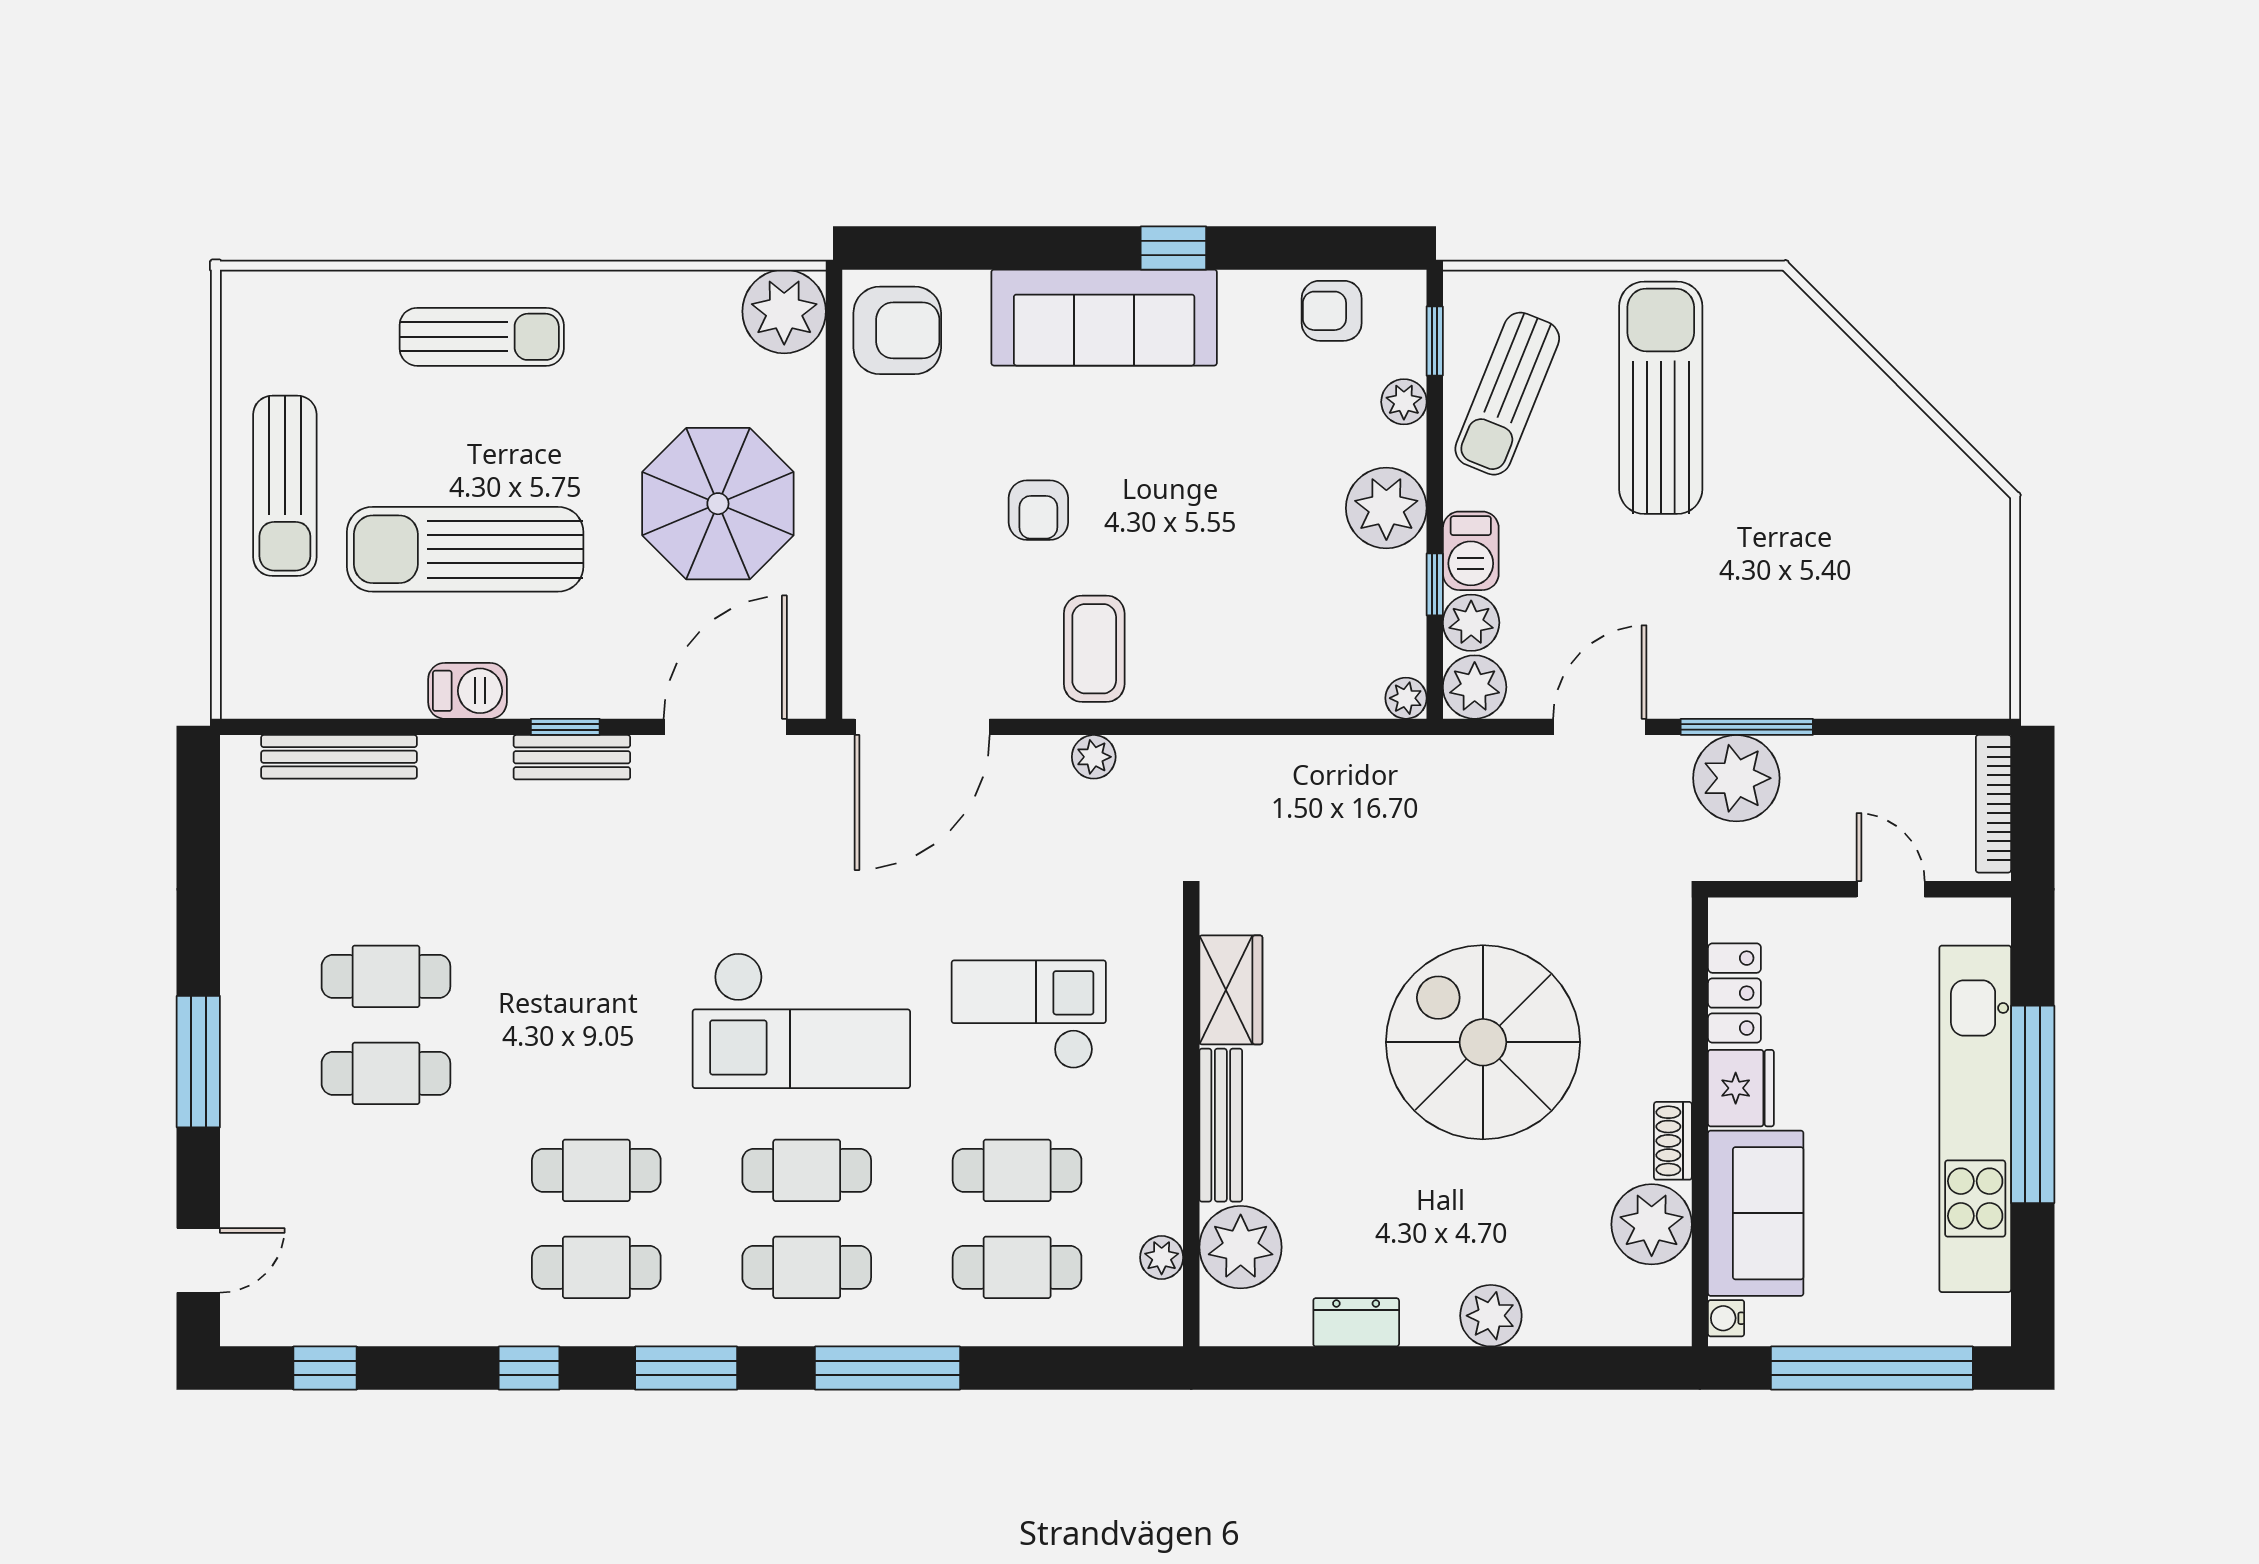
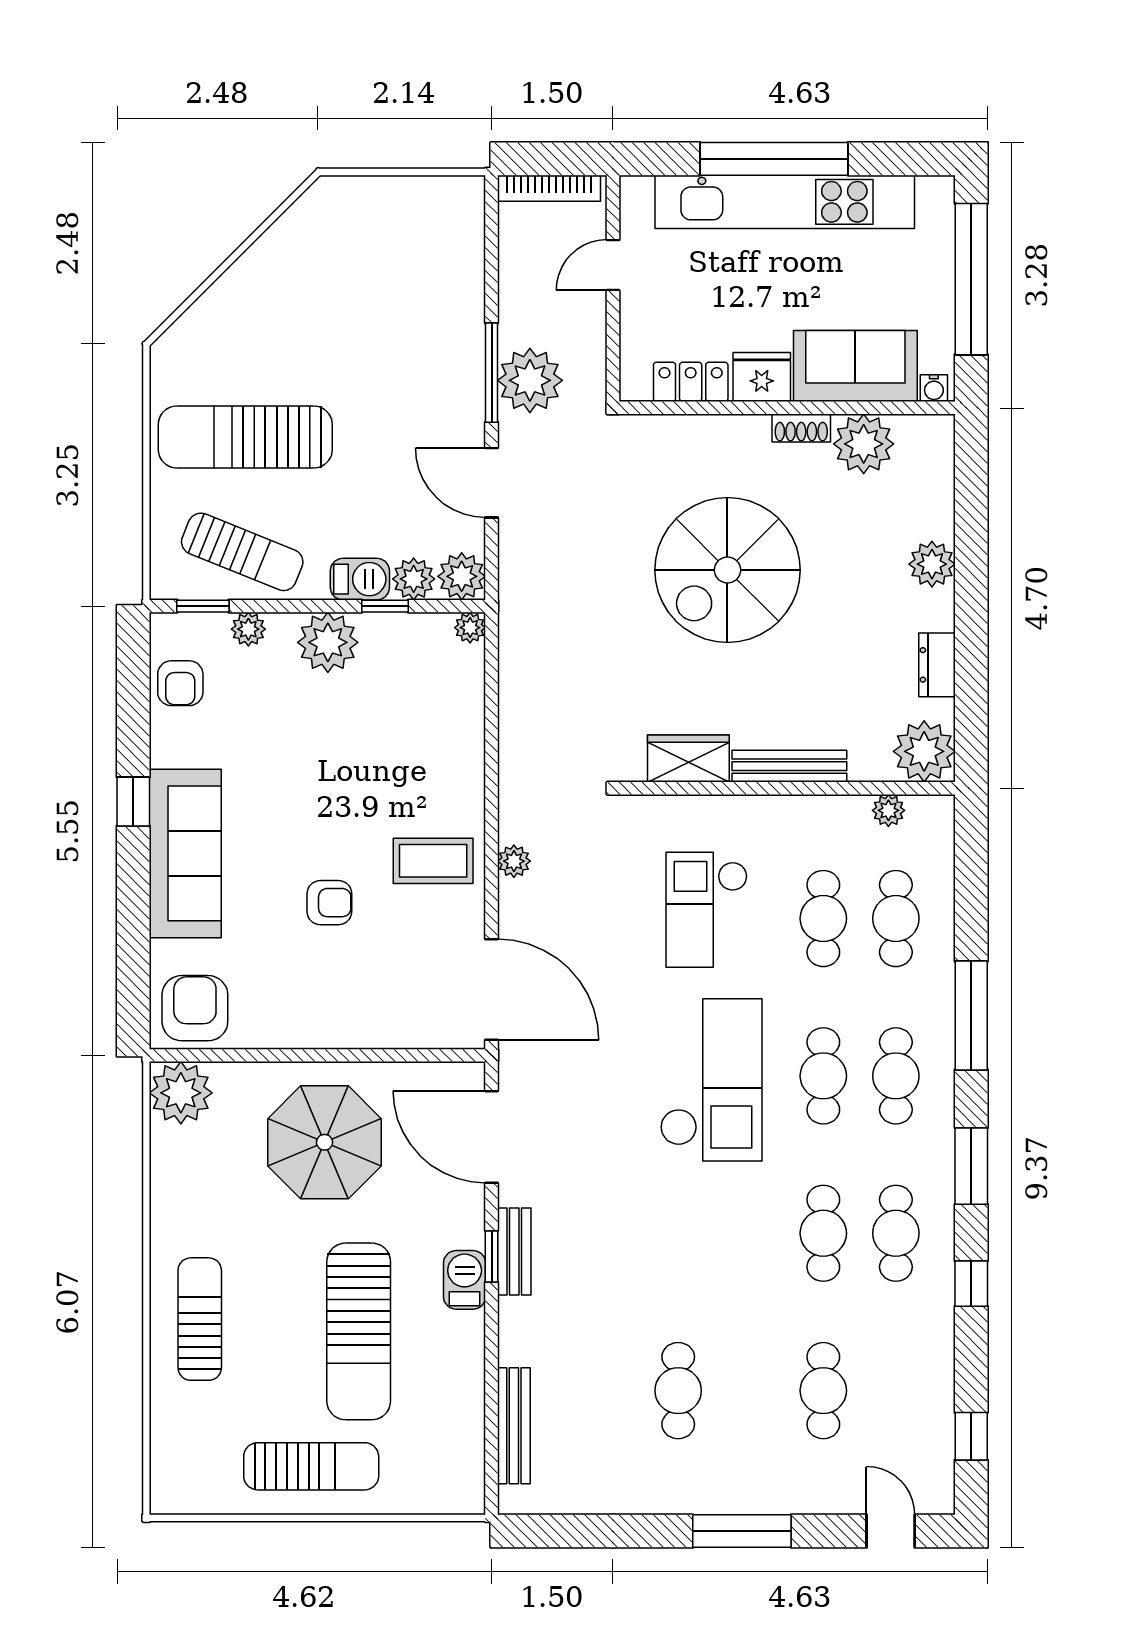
barbecue: (467, 691) -> (465, 1280), moved
cafe table: (386, 1073) -> (823, 1391), moved
plant: (1241, 1247) -> (924, 751), moved

